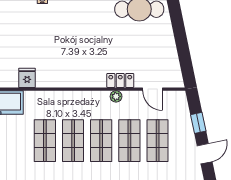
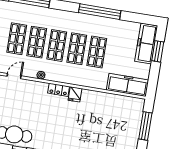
fridge: (27, 78) -> (75, 94), moved
locker: (120, 80) -> (59, 90), moved
door: (153, 89) -> (14, 76), hinge flipped

